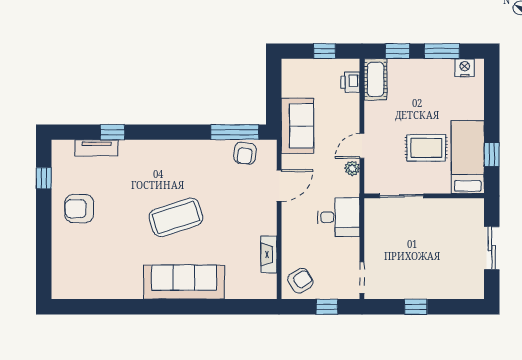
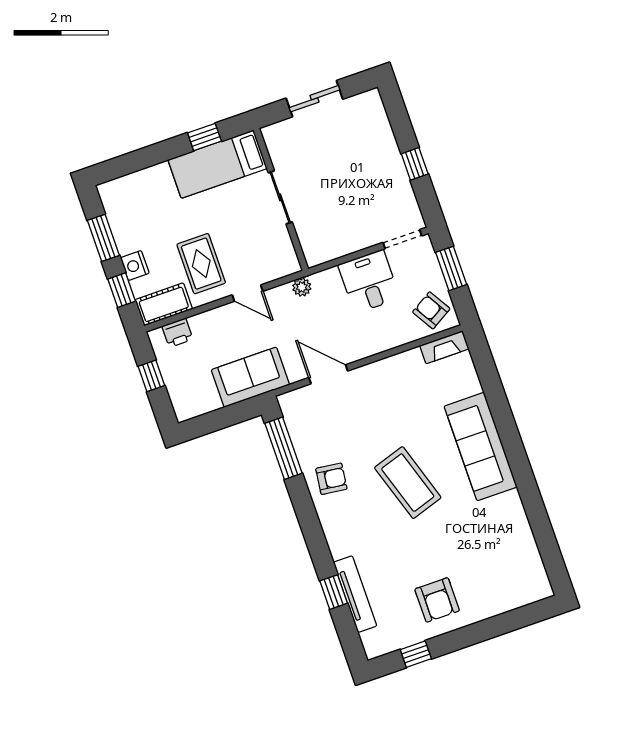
nightstand: (465, 68) -> (135, 266), moved
tv unit: (97, 148) -> (355, 594), width x1.41
rug: (426, 148) -> (201, 264), moved
armchair: (245, 153) -> (331, 479), moved
plant: (352, 168) -> (302, 287), moved
sliding door: (402, 196) -> (280, 197), moved
desk: (339, 217) -> (369, 282), moved
fireplace: (269, 254) -> (444, 347), moved
window: (327, 307) -> (451, 268), width x1.50

